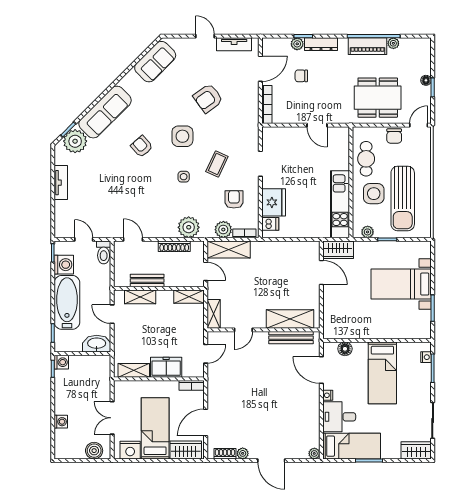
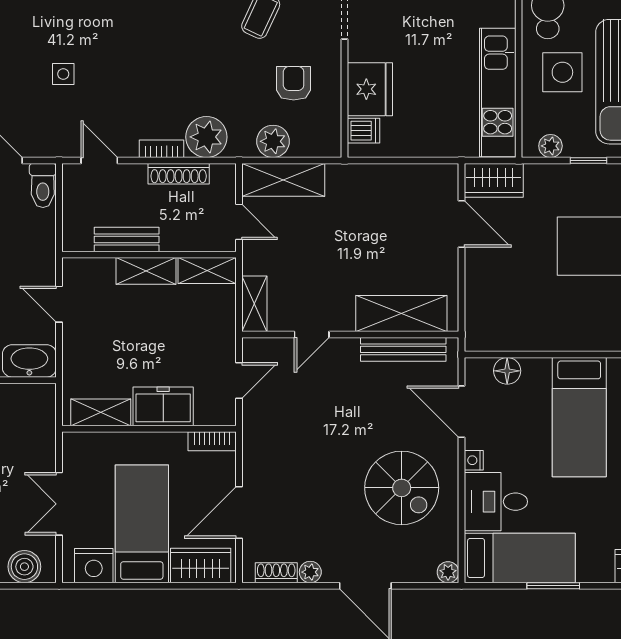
side table: (184, 177) -> (63, 74), moved
bookcase: (244, 233) -> (162, 149), moved
shelving: (140, 297) -> (146, 271), moved
spiral stairs: (290, 410) -> (402, 488), added

